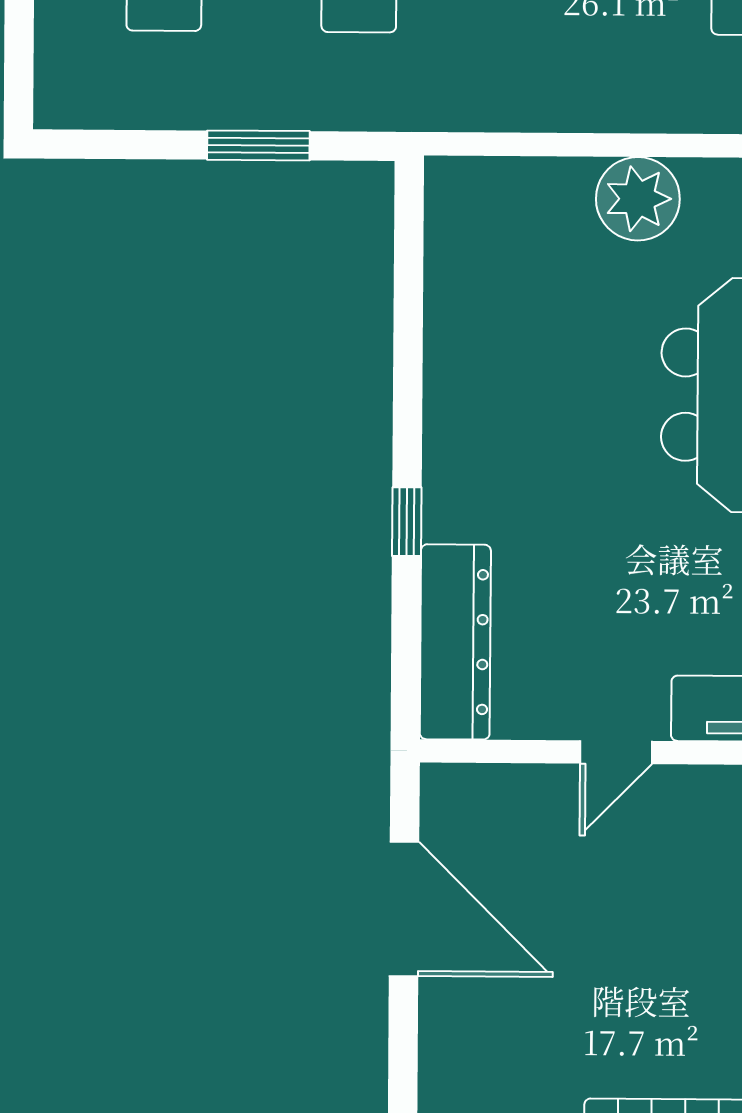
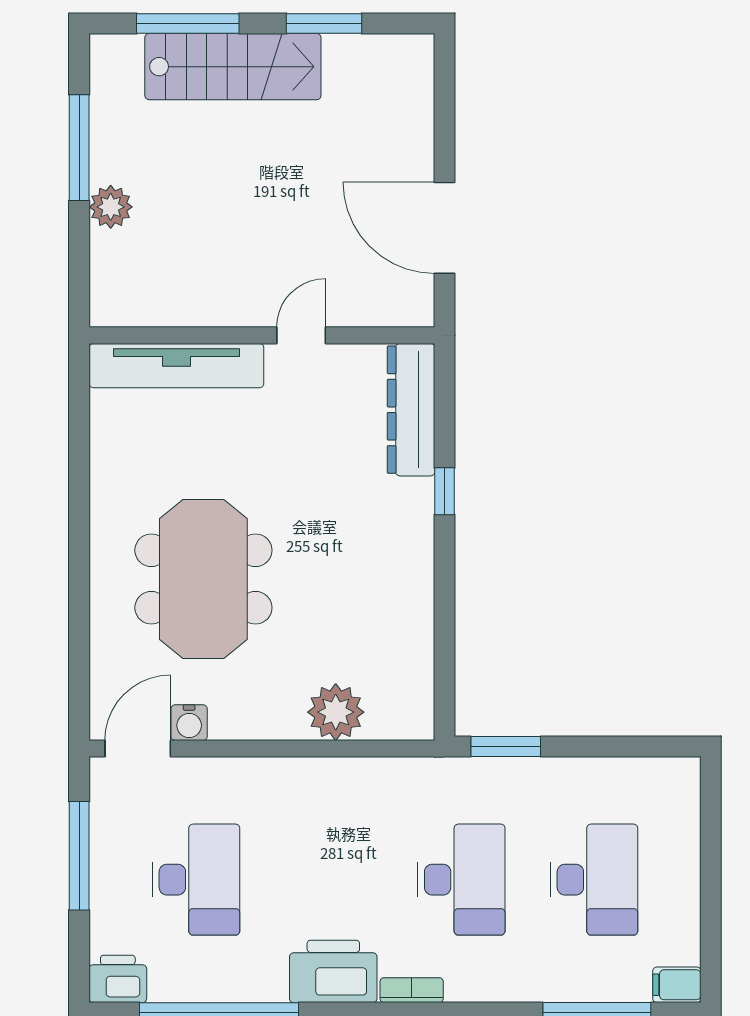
window: (258, 145) -> (506, 747), moved
plant: (638, 199) -> (336, 712), moved

